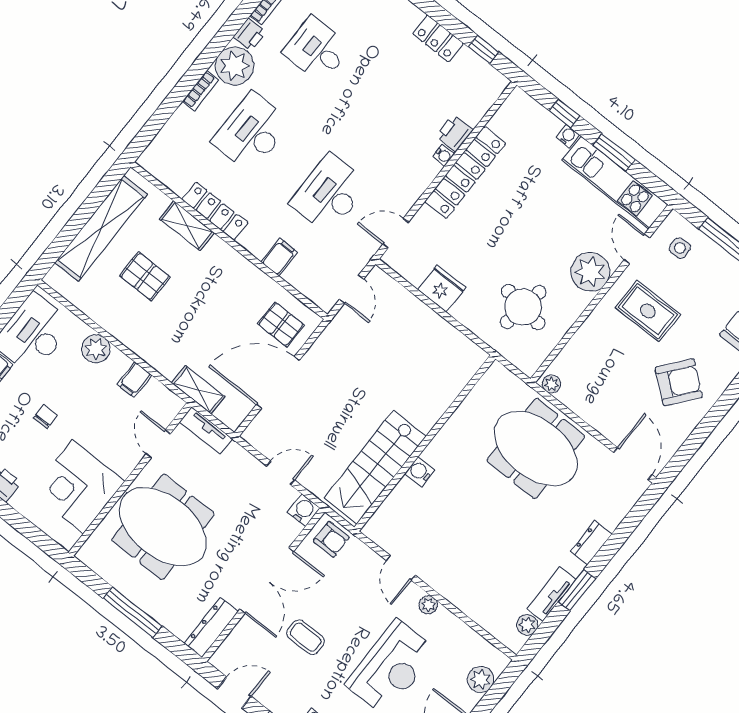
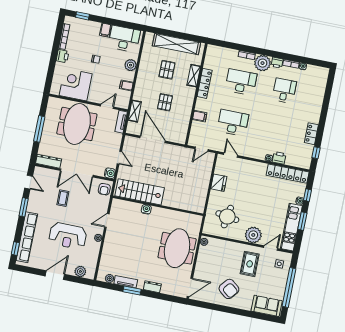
locker: (465, 172) -> (288, 174), moved
pallet: (281, 324) -> (165, 102), moved

